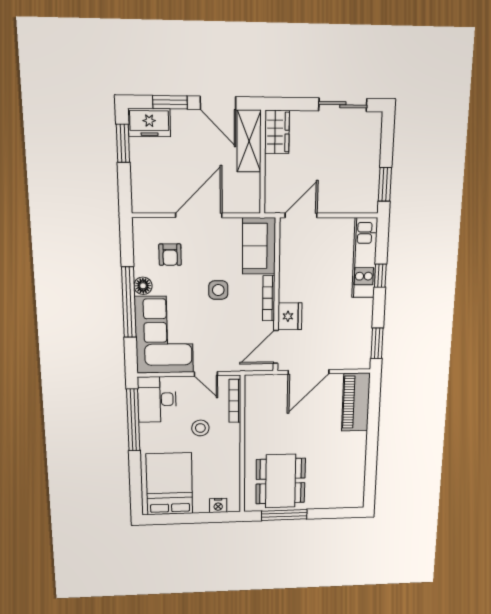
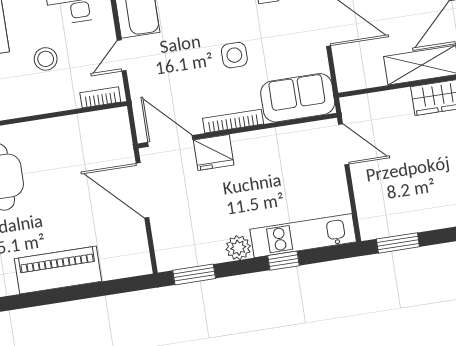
plant: (364, 308) -> (238, 248), added
bookcase: (235, 401) -> (100, 97), width x0.64
piano: (356, 402) -> (58, 270), moved

